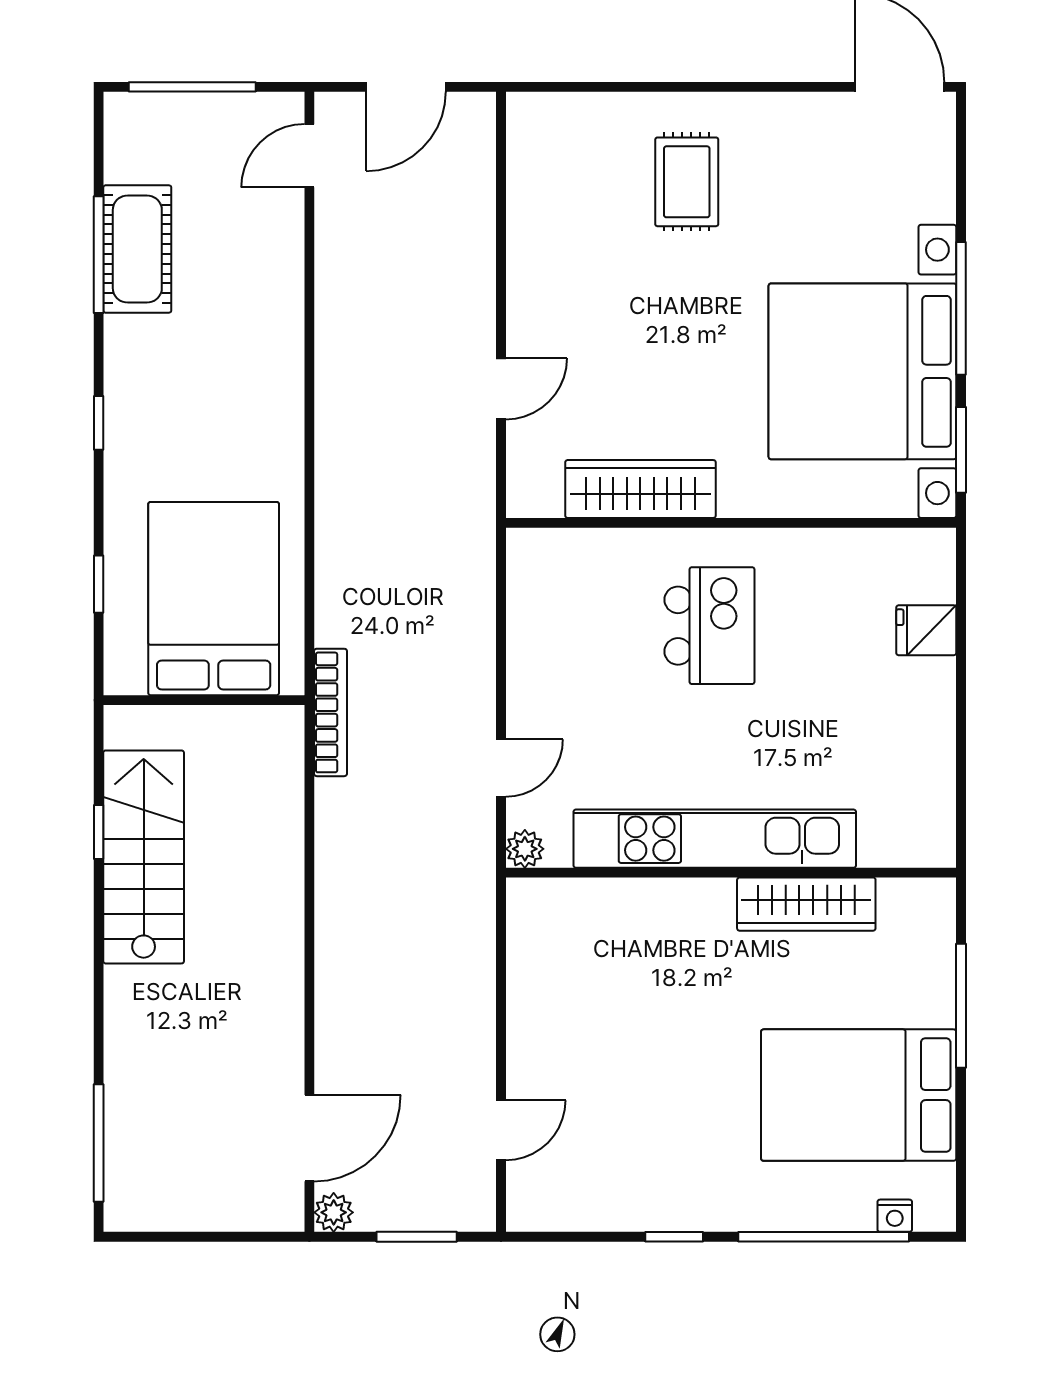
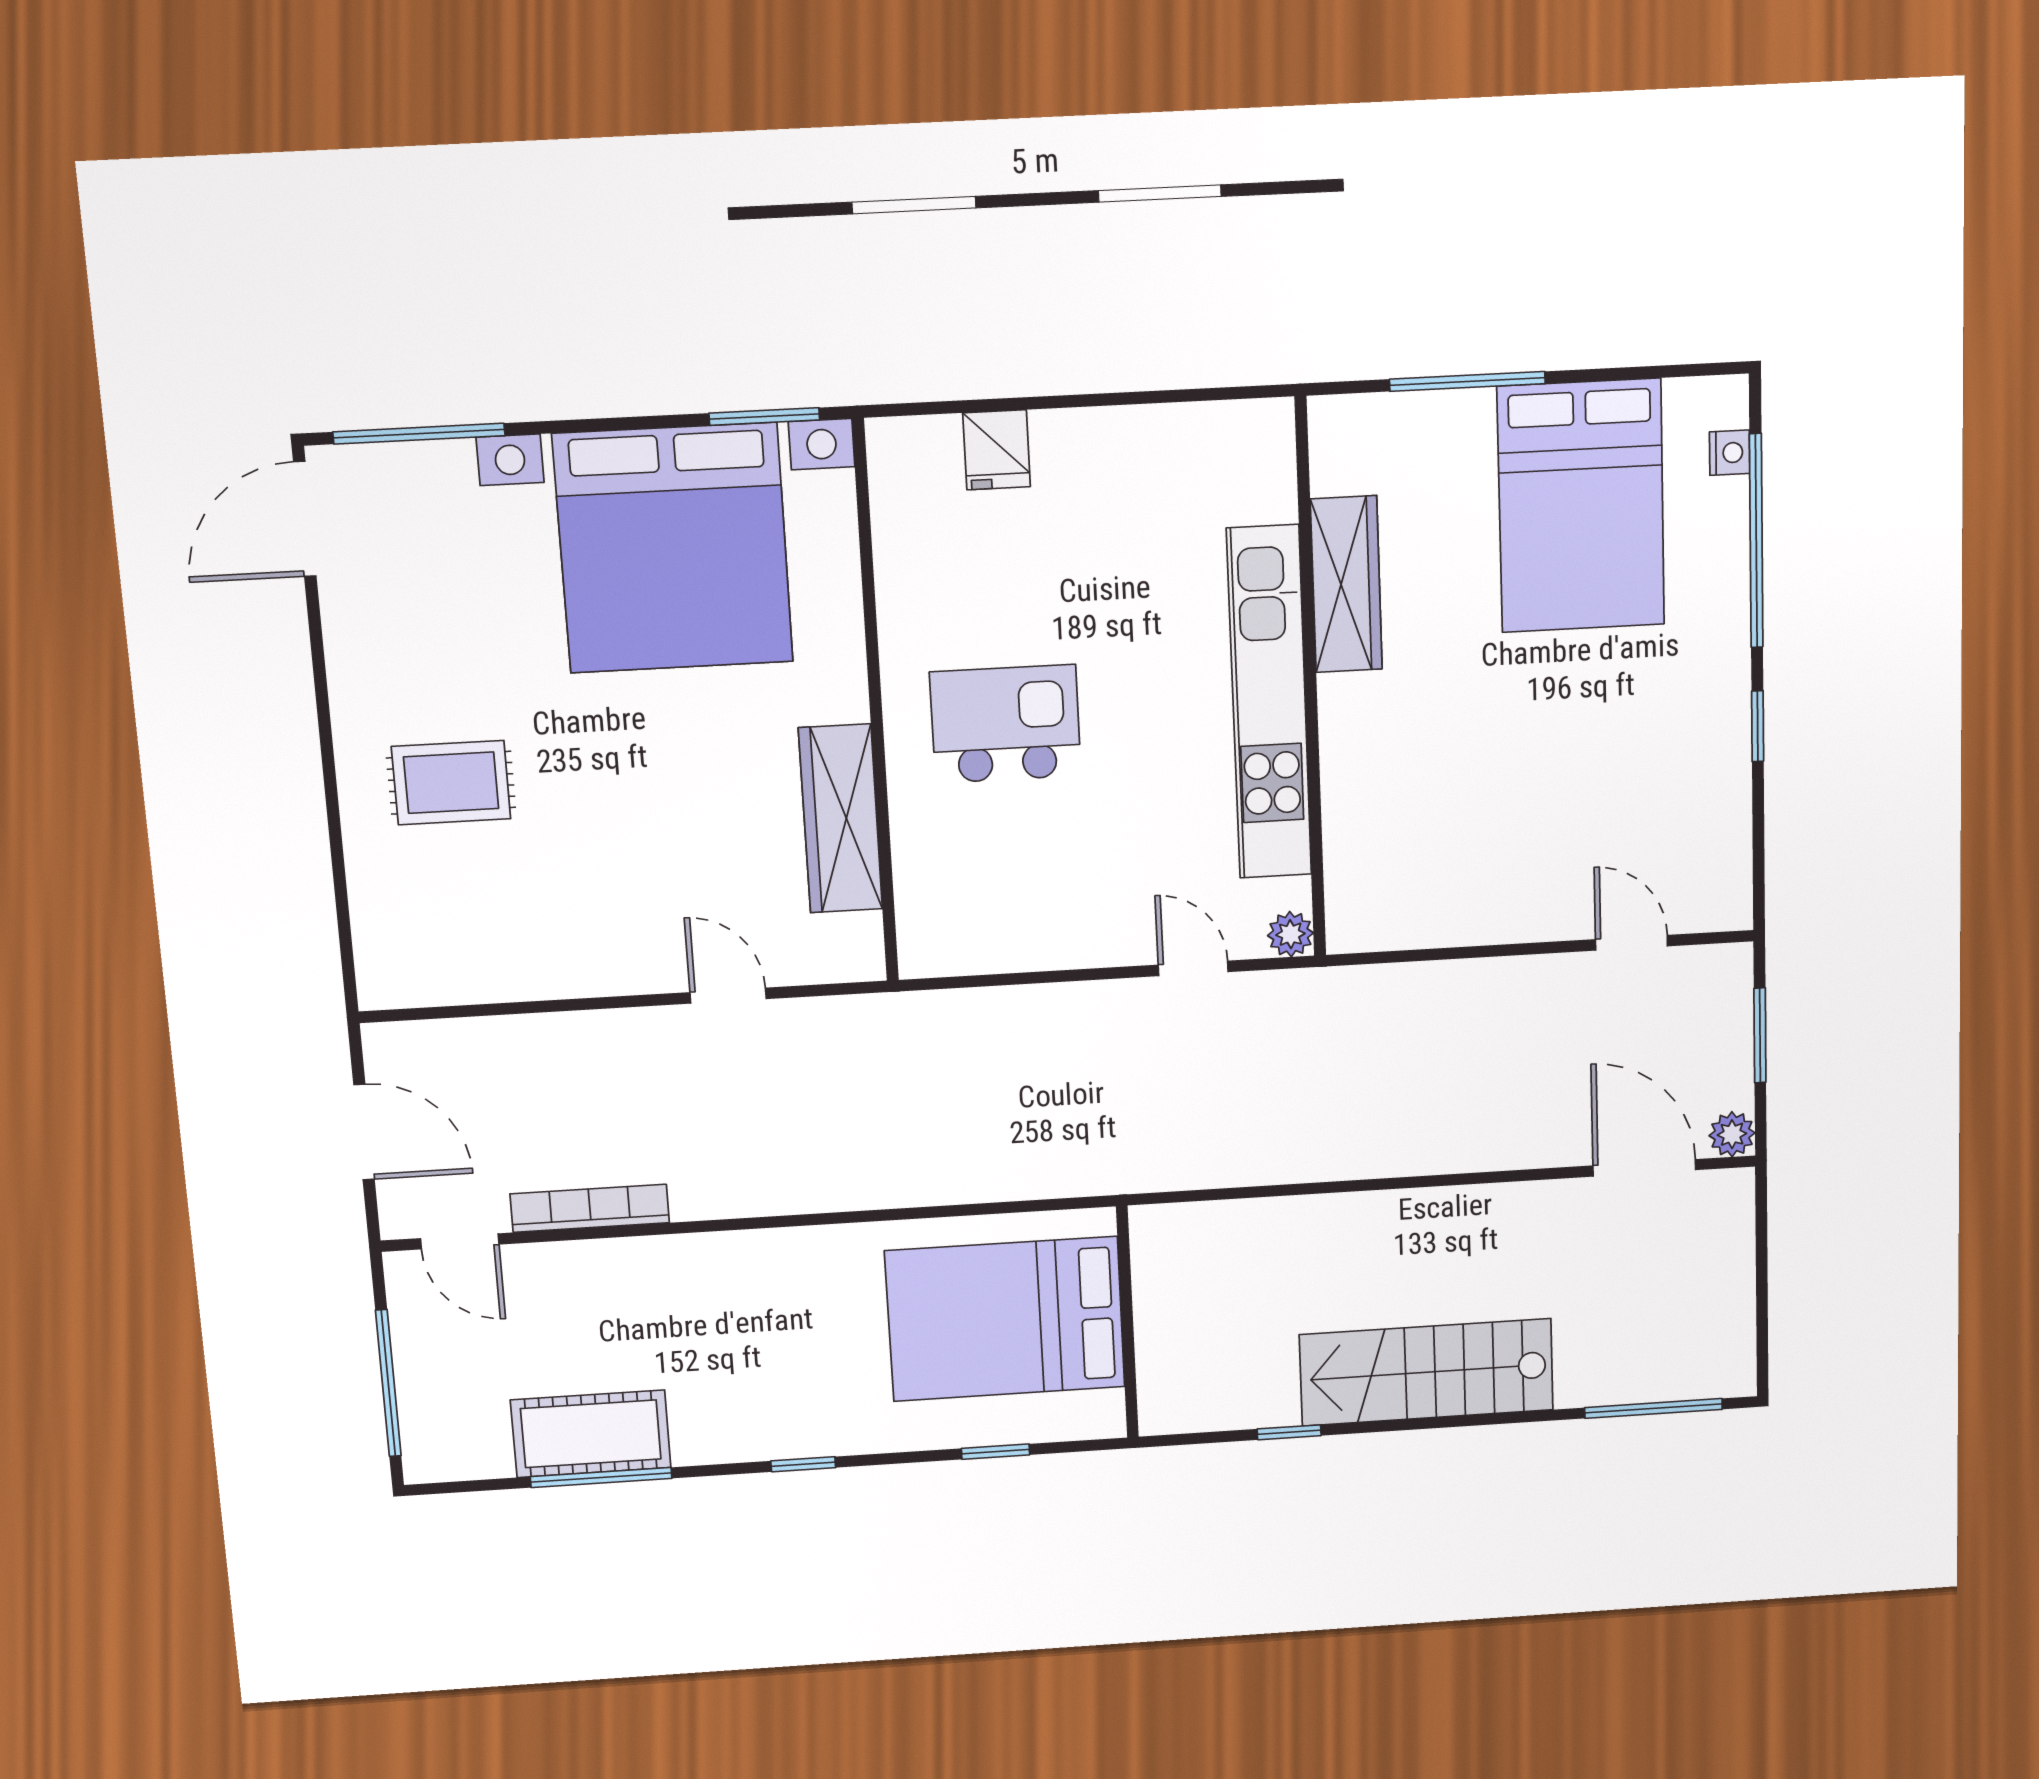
window: (961, 308) -> (419, 434), moved
bookcase: (330, 712) -> (590, 1208), moved
stairs: (144, 857) -> (1427, 1372), moved

